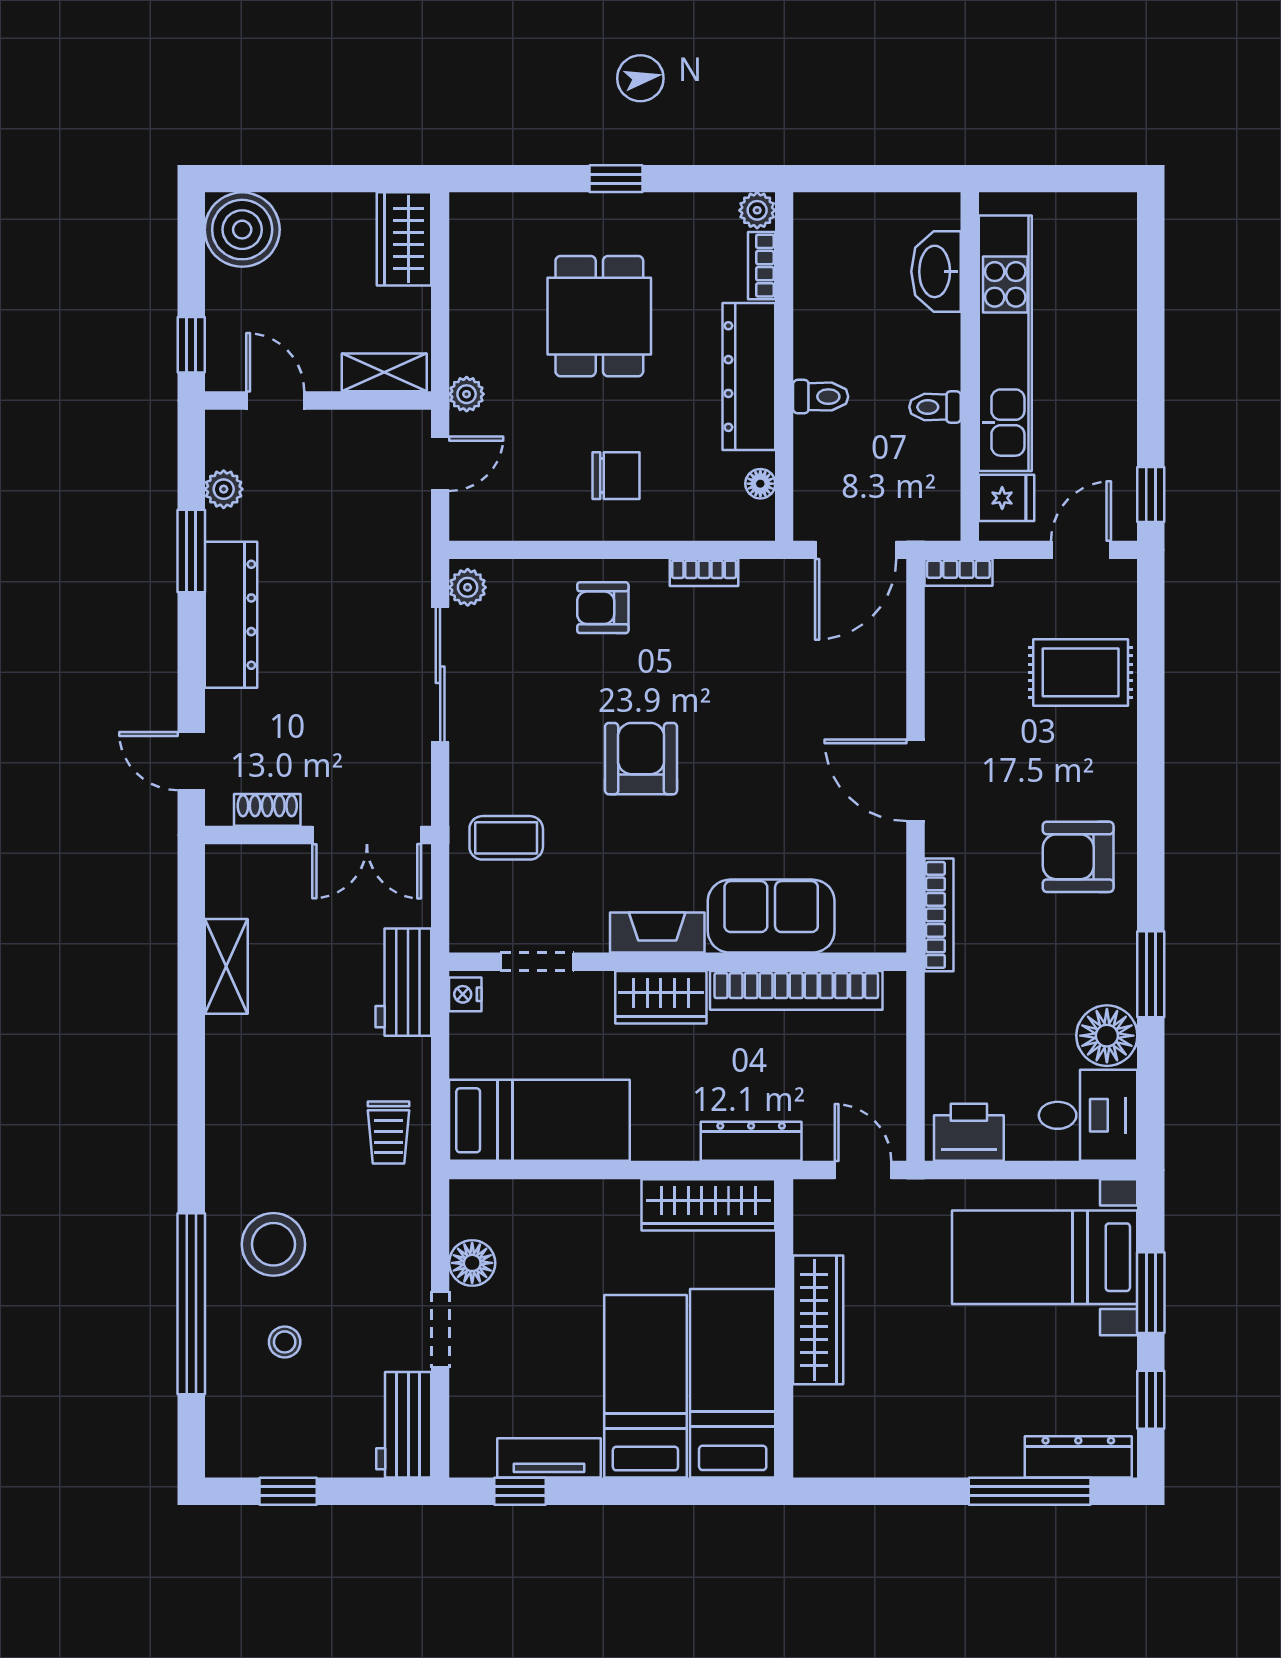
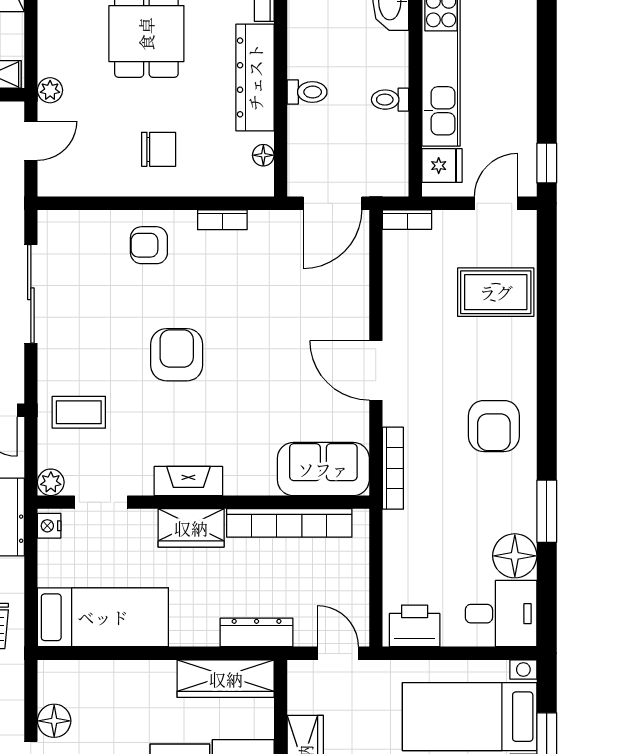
plant: (468, 587) -> (51, 482), moved
armchair: (1078, 857) -> (494, 426), turned -90
sofa: (771, 916) -> (323, 469), moved

